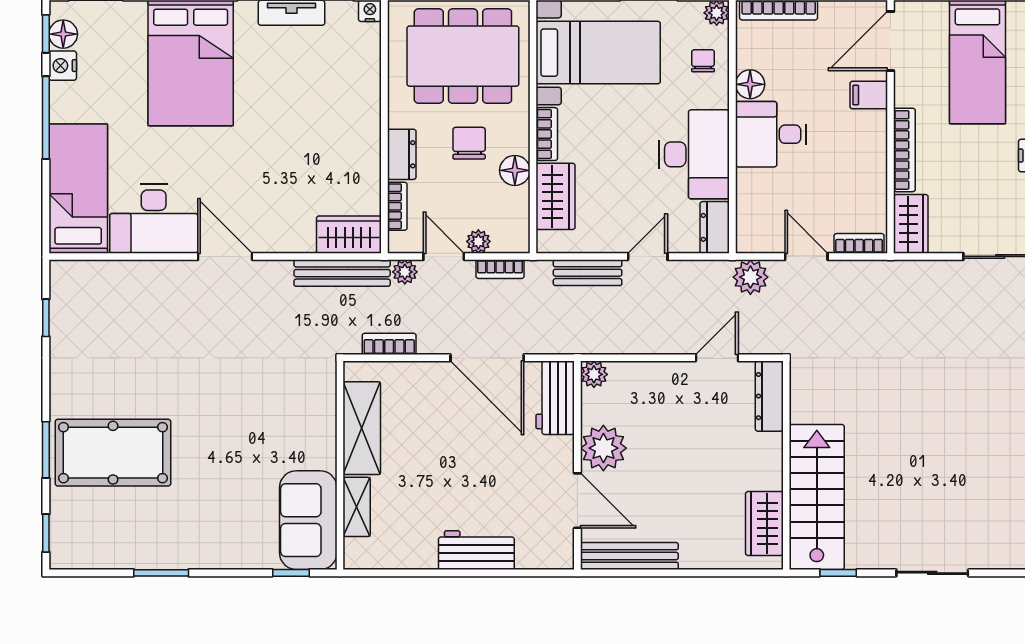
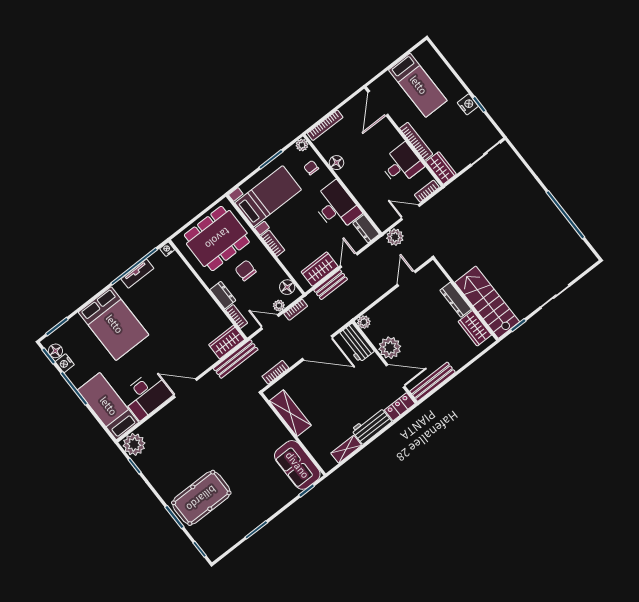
filing cabinet: (869, 95) -> (386, 131), removed
desk: (771, 134) -> (401, 164), moved, turned 180
floor lamp: (515, 170) -> (287, 287), moved
wardrobe: (556, 196) -> (320, 269), moved, turned -90
plant: (405, 272) -> (134, 444), moved, width x1.87, depth x1.87
dresser: (769, 396) -> (456, 300), moved
shelving: (357, 507) -> (346, 449), moved, turned 90
locker: (545, 555) -> (400, 407), added

